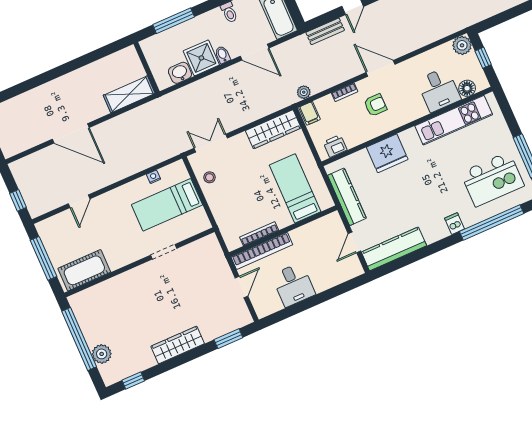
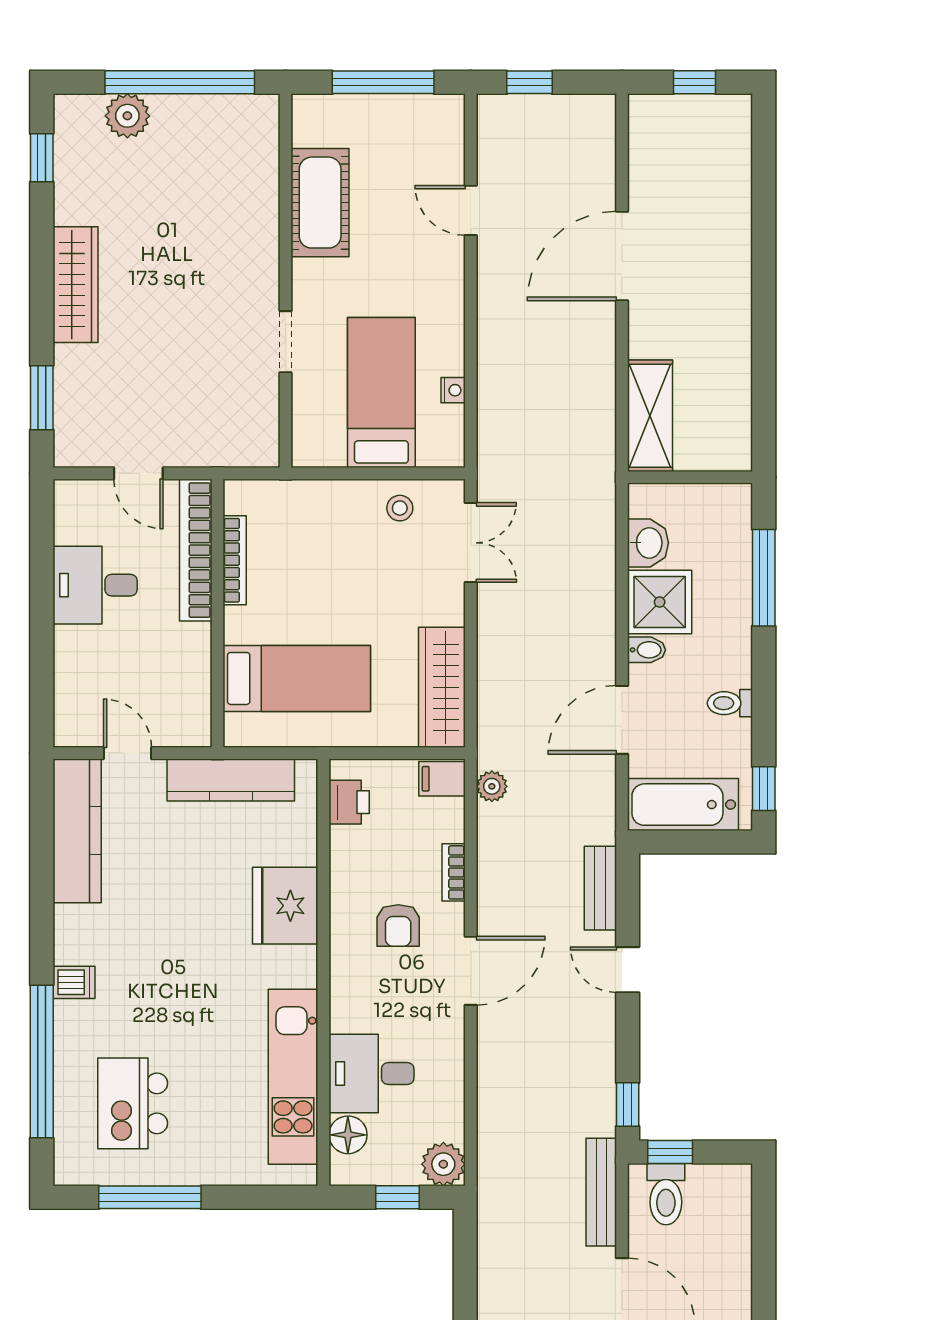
kitchen island: (492, 179) -> (133, 1103), width x0.73, depth x0.78
cot: (84, 270) -> (320, 203), moved

